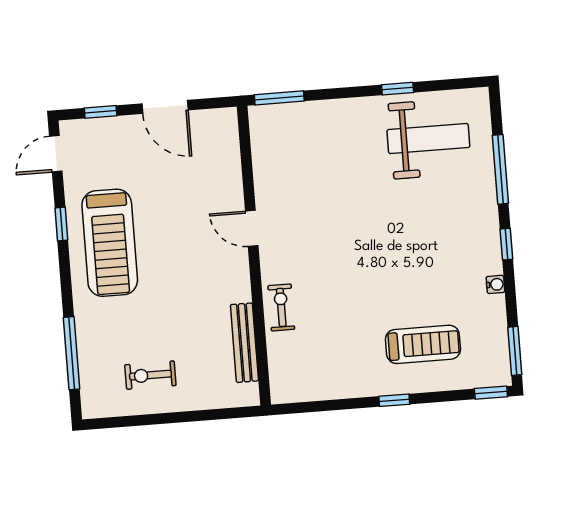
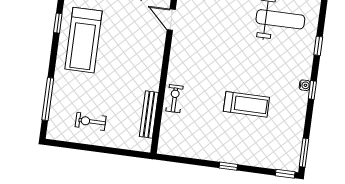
window: (500, 169) -> (318, 46), width x0.46
door: (252, 228) -> (171, 20), moved
water cooler: (495, 284) -> (305, 85), moved
treadmill: (423, 344) -> (246, 104), moved

